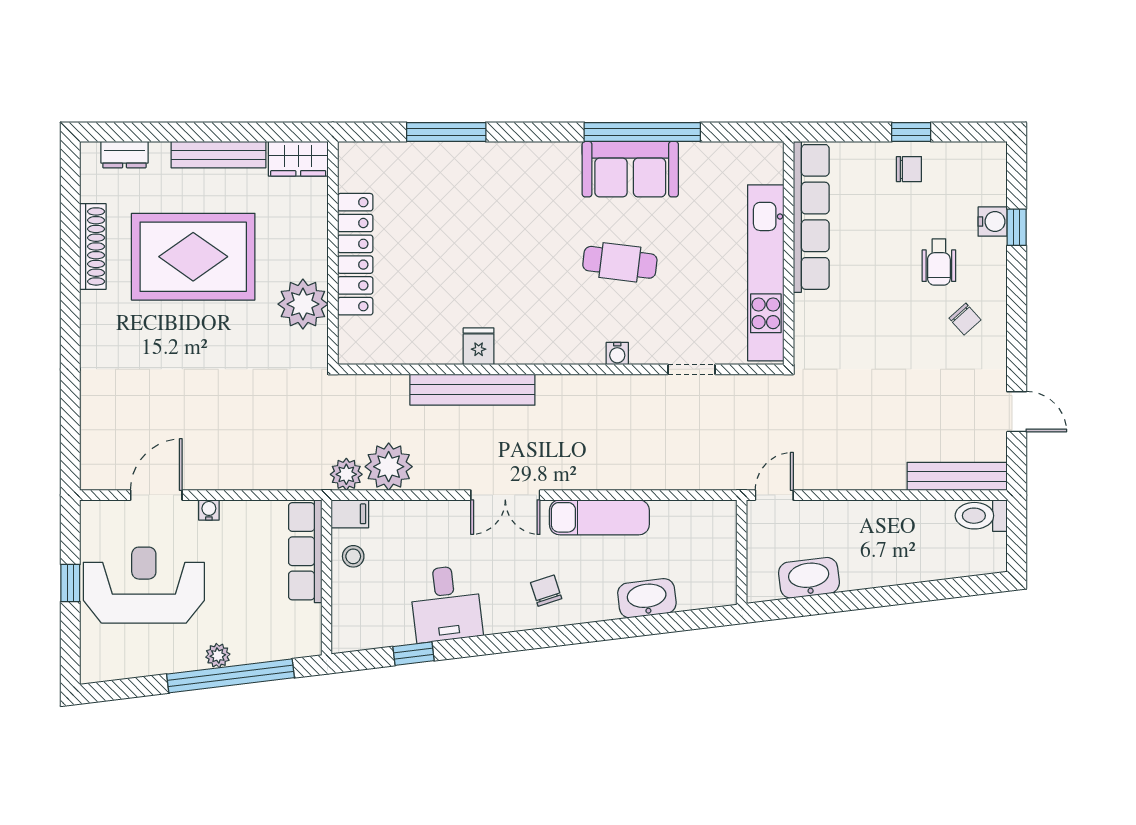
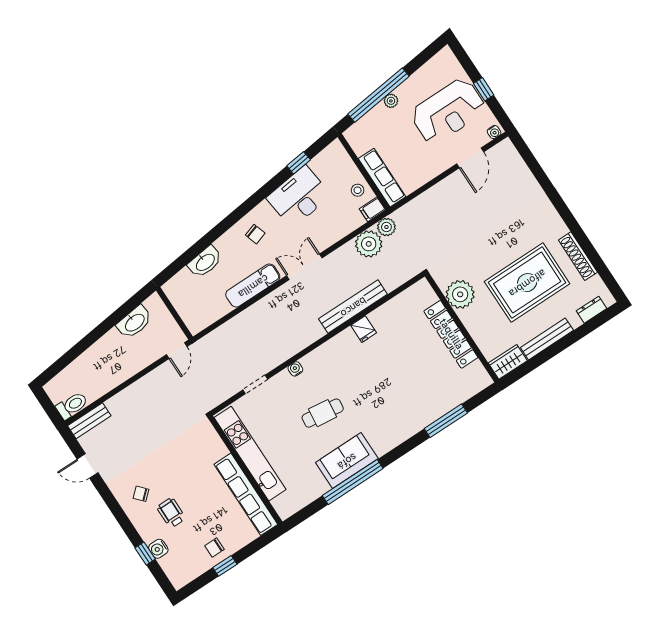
bench: (957, 476) -> (89, 421), width x0.73
water cooler: (209, 510) -> (494, 132), moved
desk: (446, 604) -> (299, 197), width x1.37

